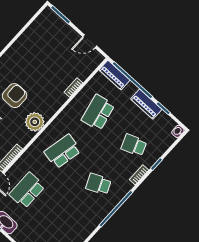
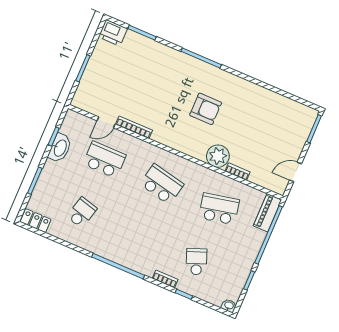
door: (90, 41) -> (296, 172), hinge flipped
piano: (146, 104) -> (247, 260), removed
plant: (35, 122) -> (218, 156), moved
school desk: (98, 184) -> (82, 212), moved, turned 39

